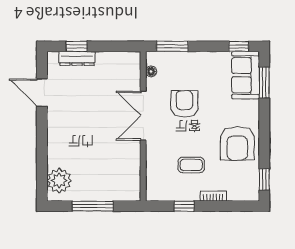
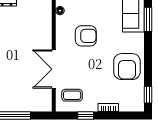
armchair: (184, 104) -> (86, 36), turned 90
double door: (143, 116) -> (54, 69), moved
coffee table: (191, 165) -> (72, 95), moved

